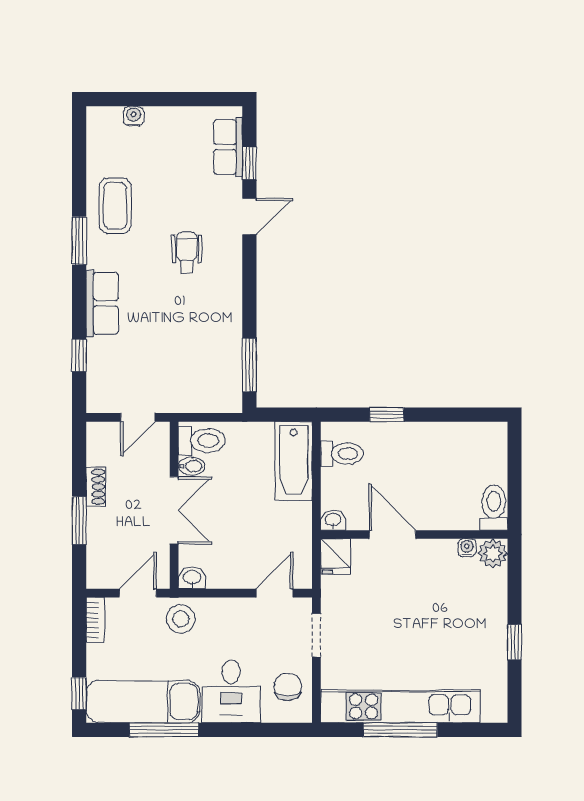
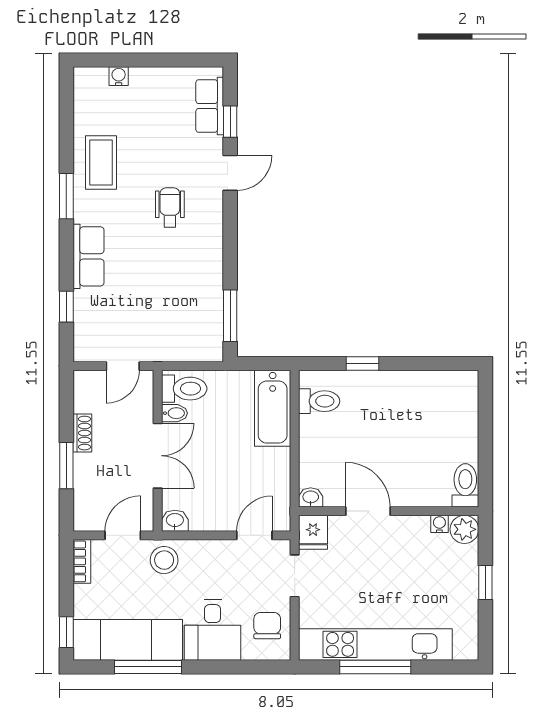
toilet: (494, 508) -> (465, 485), moved
washbasin: (333, 520) -> (311, 497), moved
door: (393, 535) -> (368, 511), moved
wall: (414, 535) -> (389, 511), moved
water cooler: (467, 548) -> (439, 524), moved
plant: (493, 553) -> (464, 529), moved
fridge: (335, 556) -> (313, 532), moved

